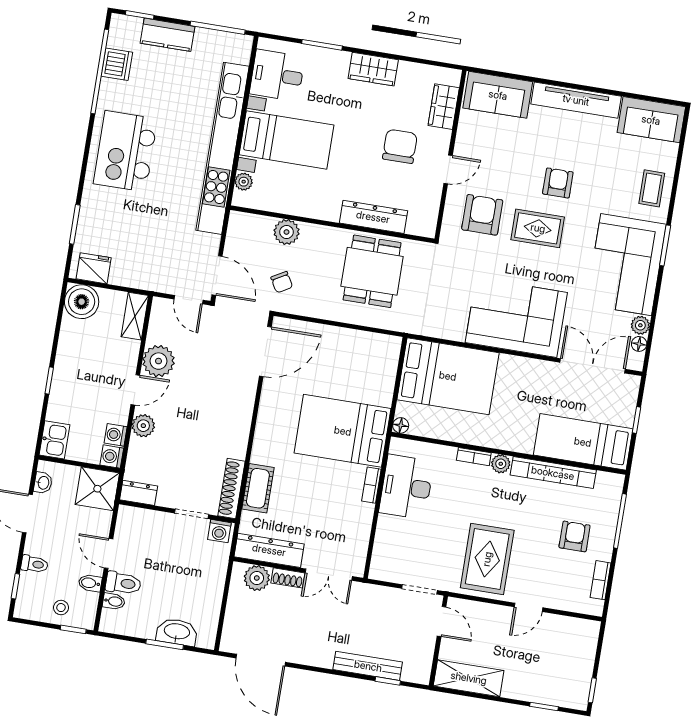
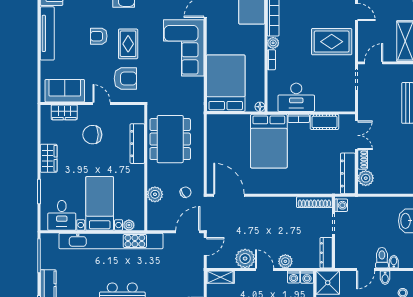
sofa: (498, 95) -> (65, 91), moved, turned -90
armchair: (482, 215) -> (125, 78), turned 180
dining table: (372, 271) -> (170, 139), width x1.38
cot: (258, 488) -> (324, 122), moved
dresser: (139, 493) -> (326, 253), width x1.44

